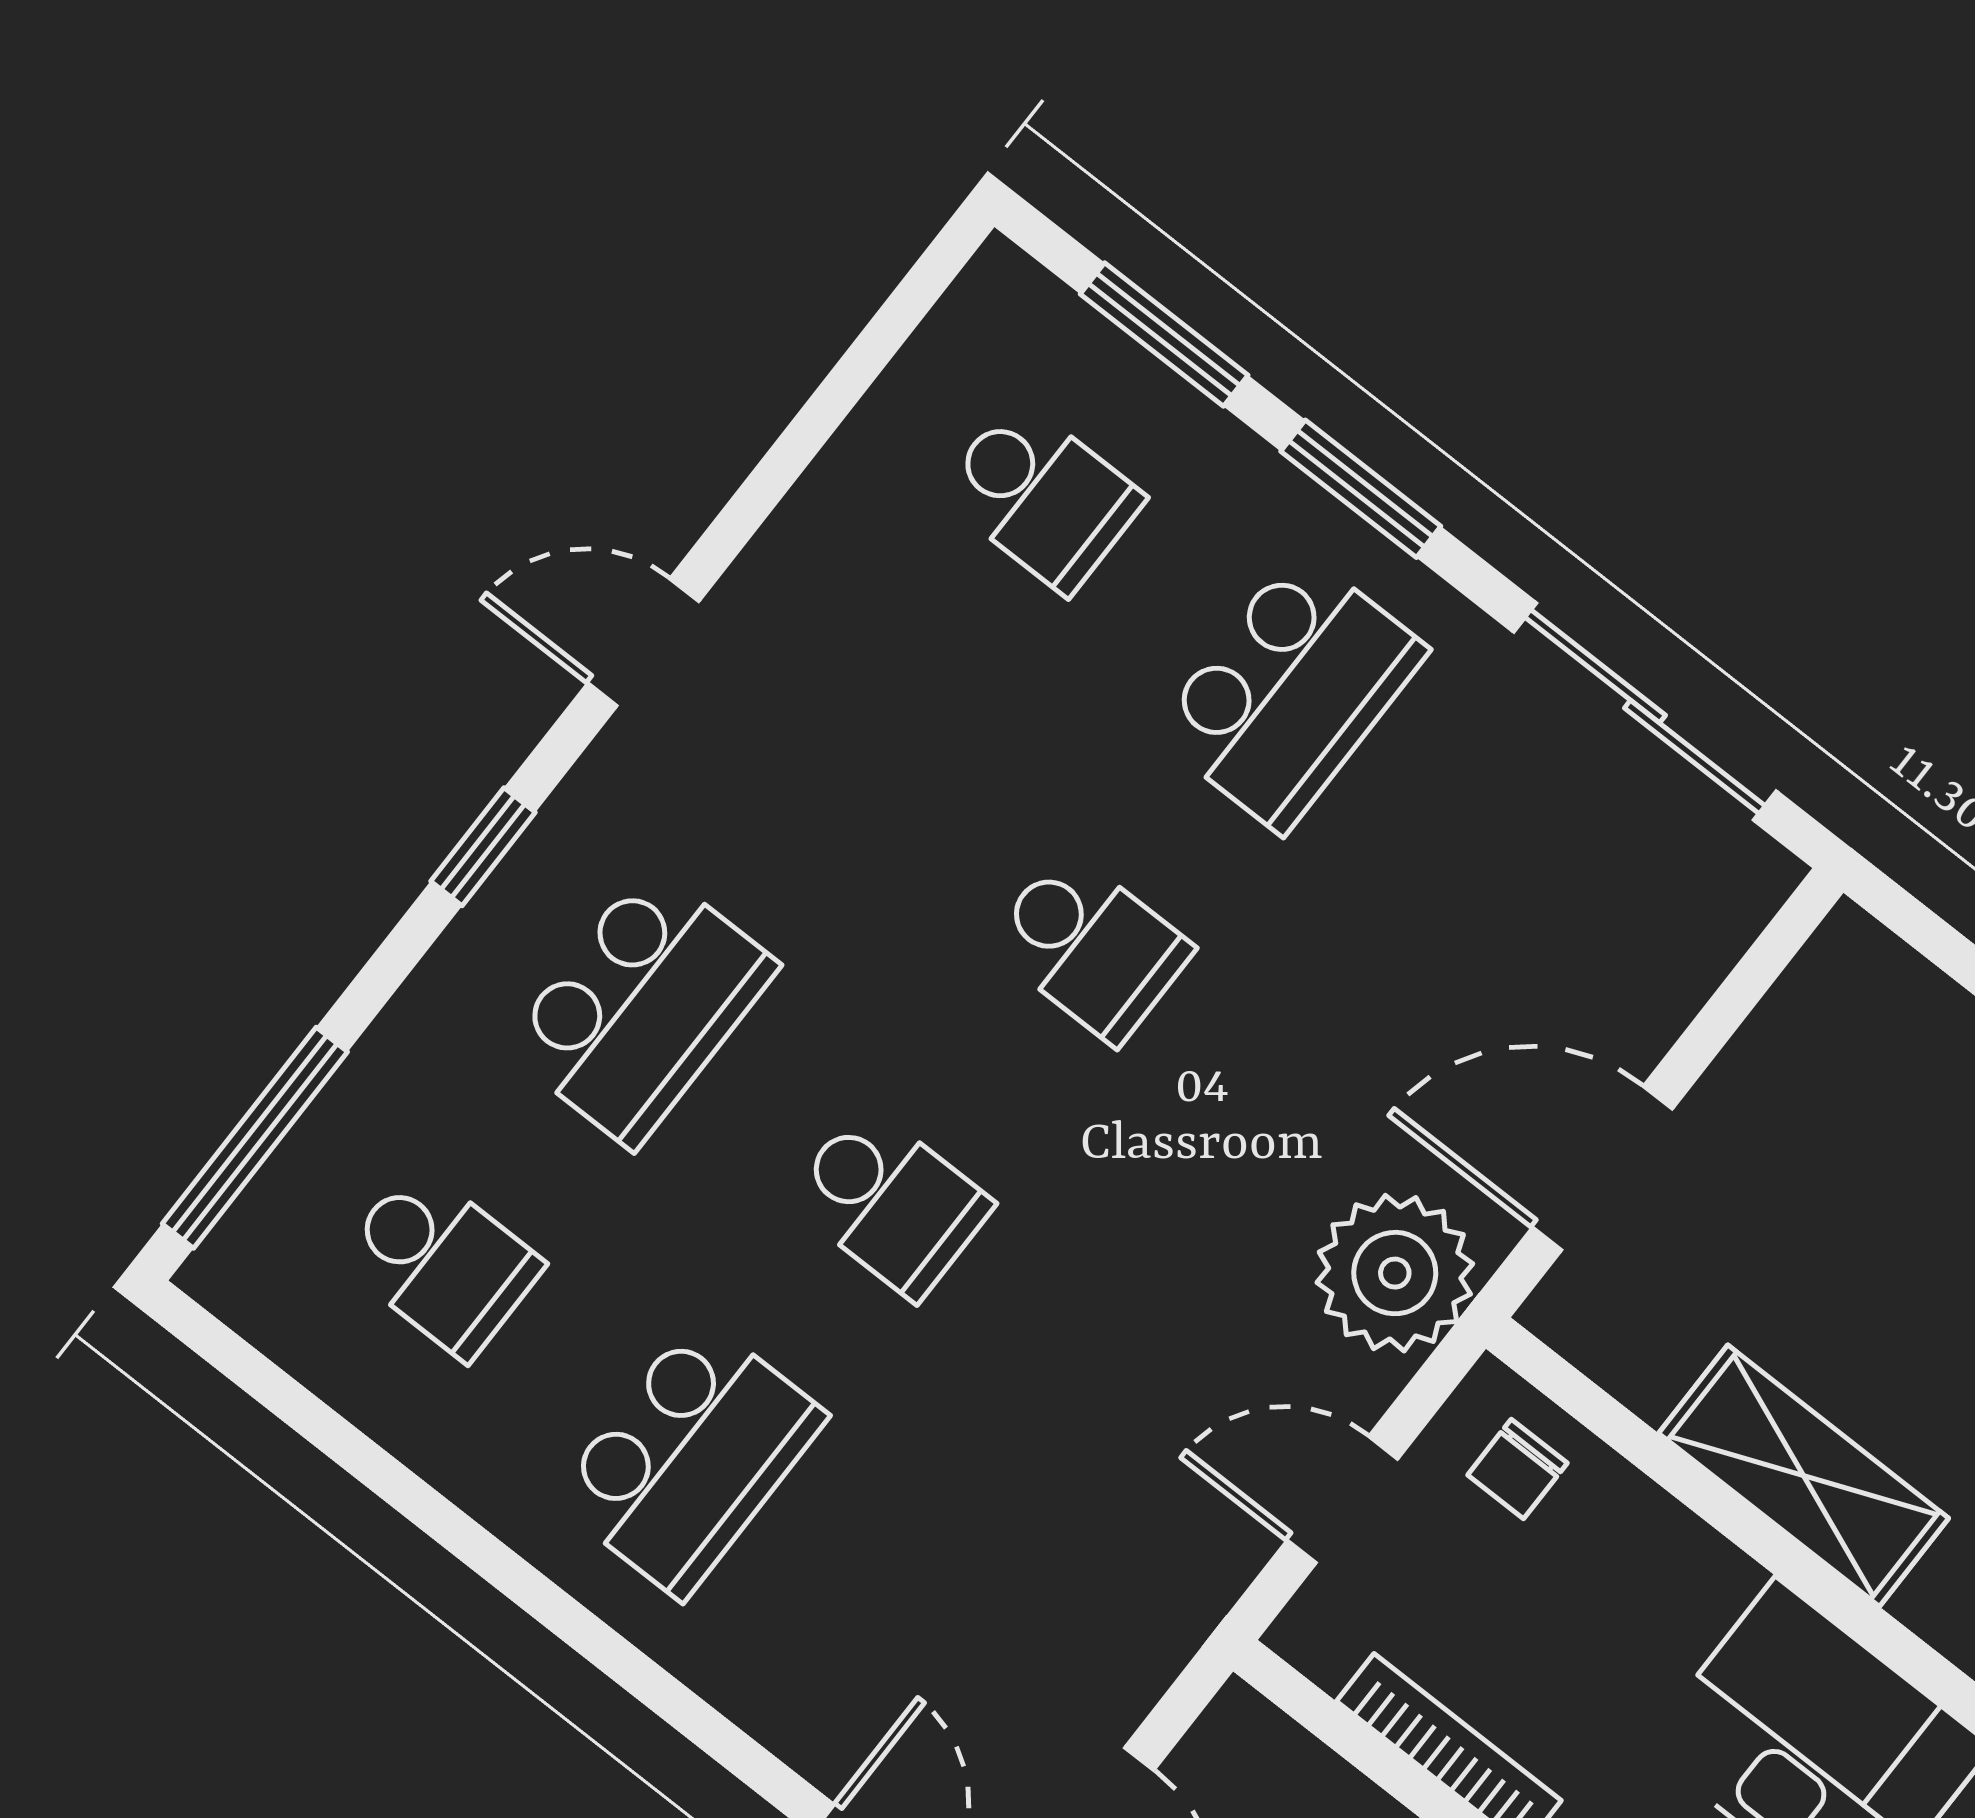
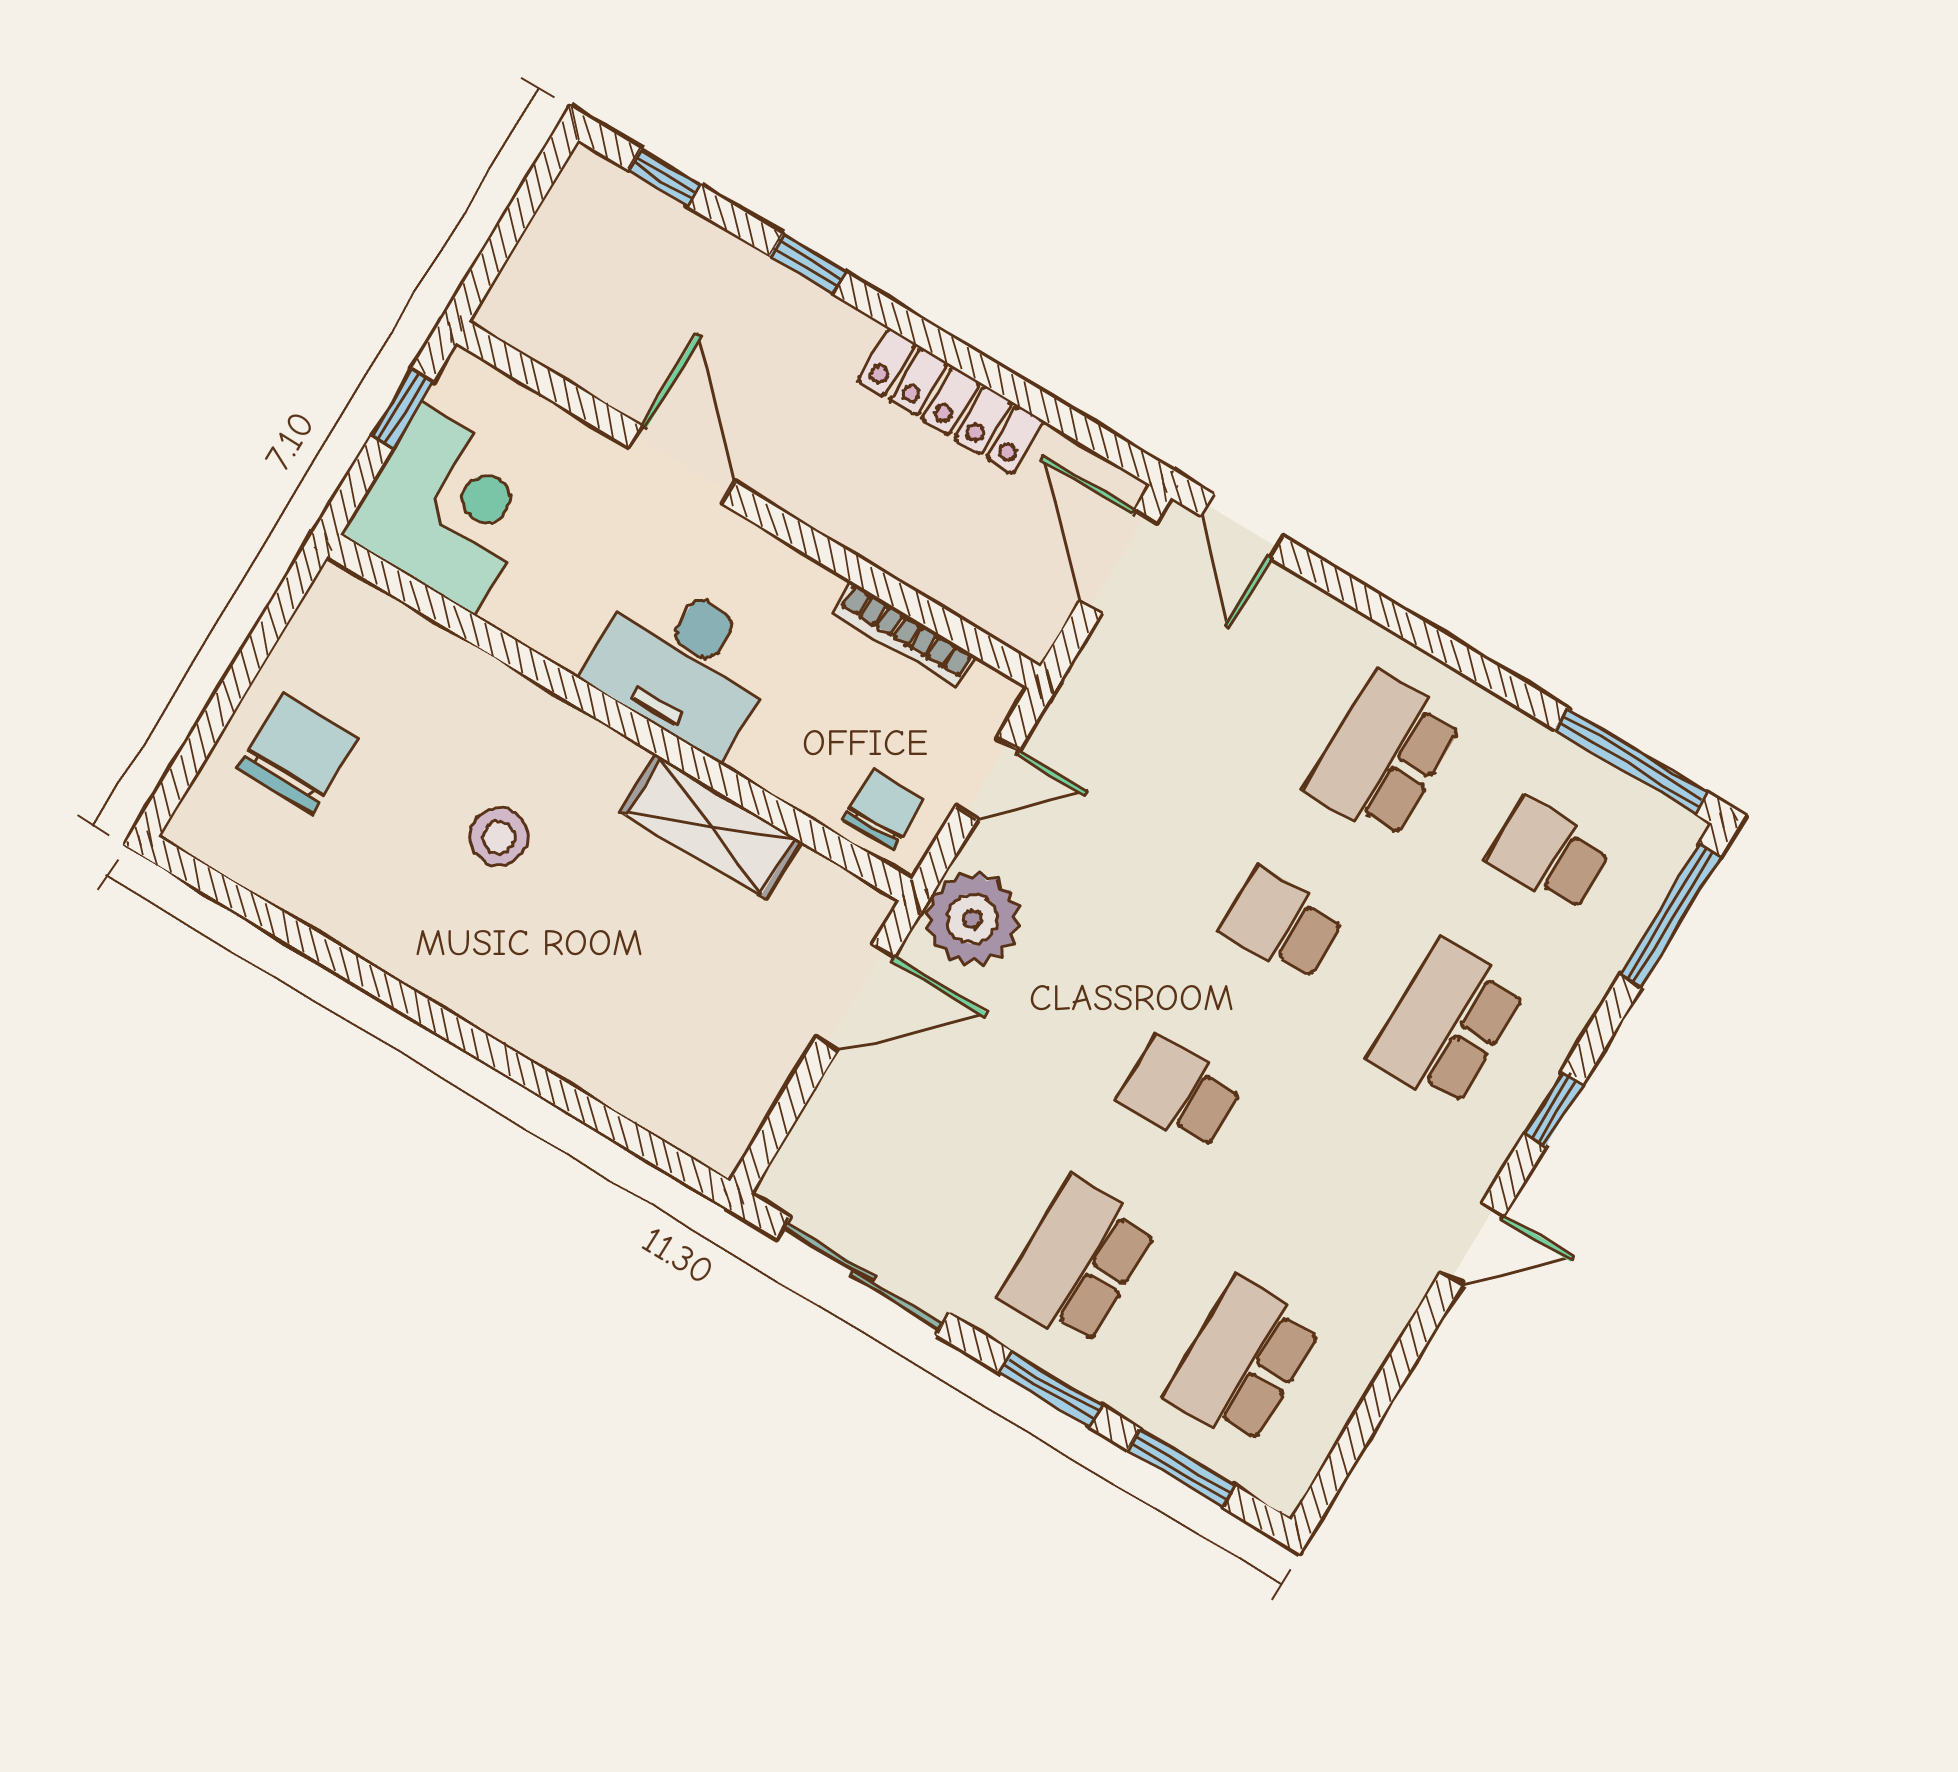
school desk: (1042, 496) -> (1243, 1361), width x1.85
window: (287, 1399) -> (1631, 761), added
chair: (1517, 1469) -> (884, 810), width x1.37, depth x1.37

